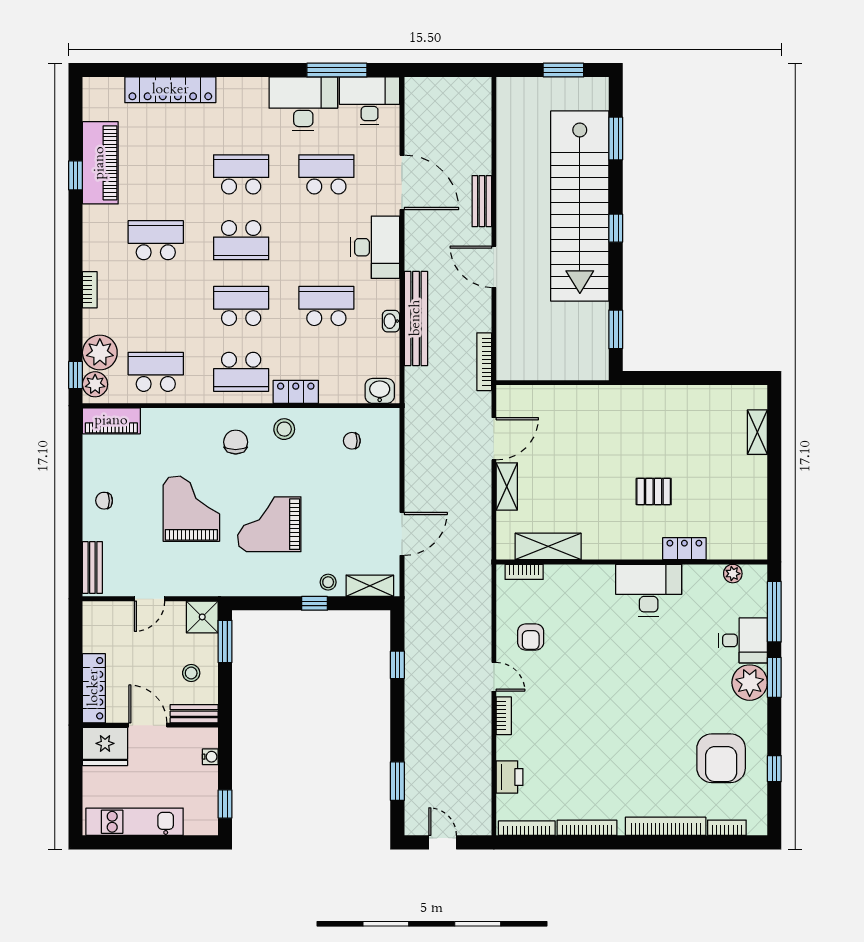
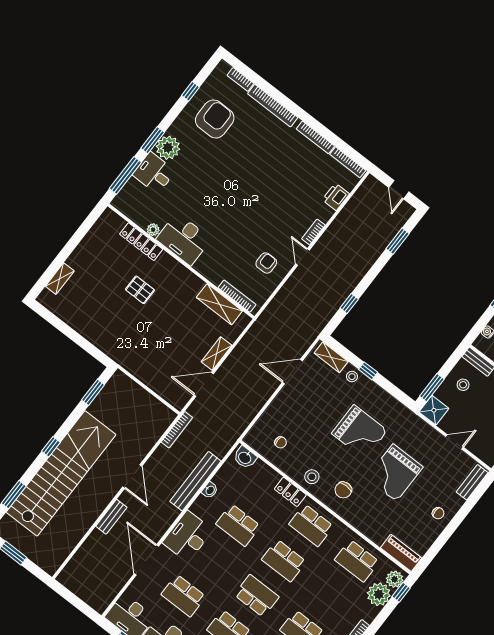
school desk: (241, 372) -> (311, 525), turned 180
locker: (684, 549) -> (141, 242), width x1.53
bookcase: (524, 572) -> (237, 296), width x1.56
plant: (733, 574) -> (153, 230), moved

